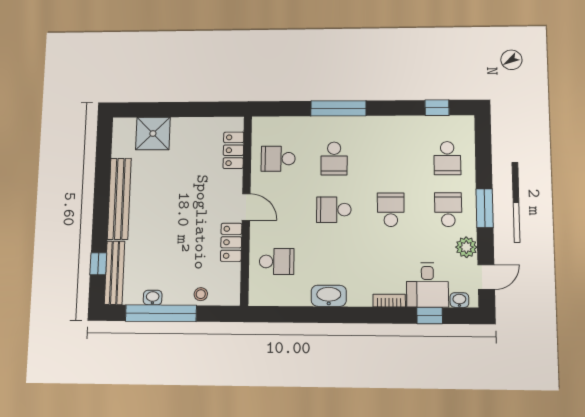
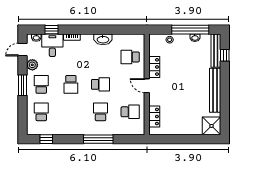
shower: (153, 134) -> (211, 126), moved
school desk: (448, 210) -> (41, 84), turned 180

